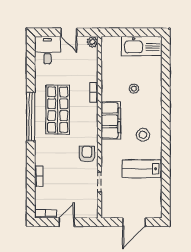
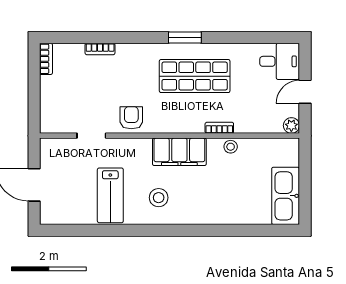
stool: (134, 89) -> (231, 147), moved
window: (31, 116) -> (185, 37), width x0.47
armchair: (87, 154) -> (131, 118), turned -90
lab bench: (141, 169) -> (110, 195), turned 180
door: (67, 222) -> (34, 89), removed

